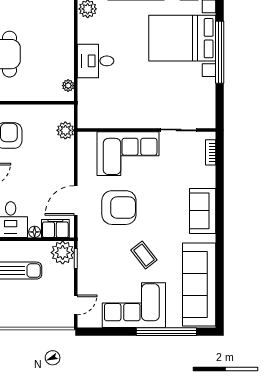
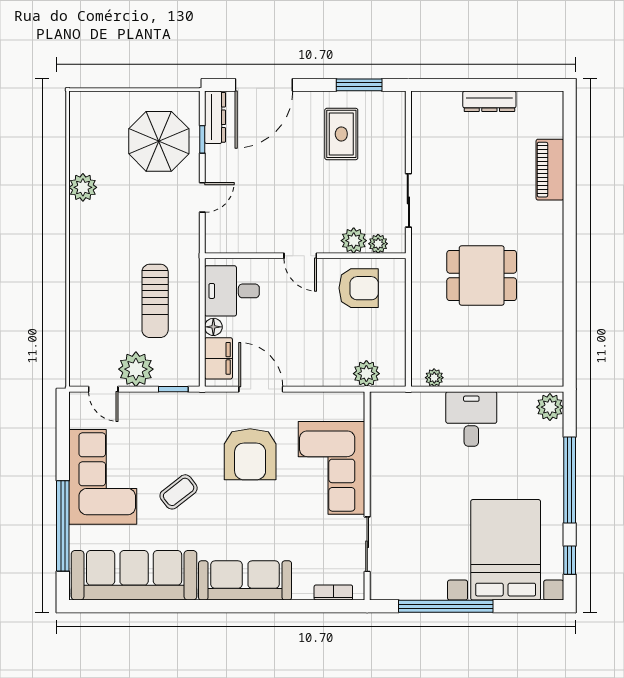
window: (220, 52) -> (446, 606), moved
sofa: (203, 211) -> (245, 580), width x1.36
plant: (63, 253) -> (136, 369), moved

